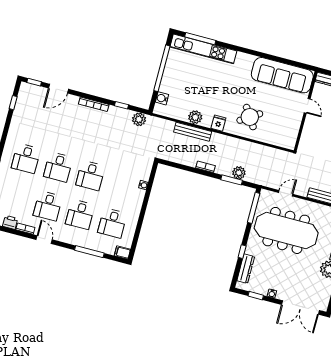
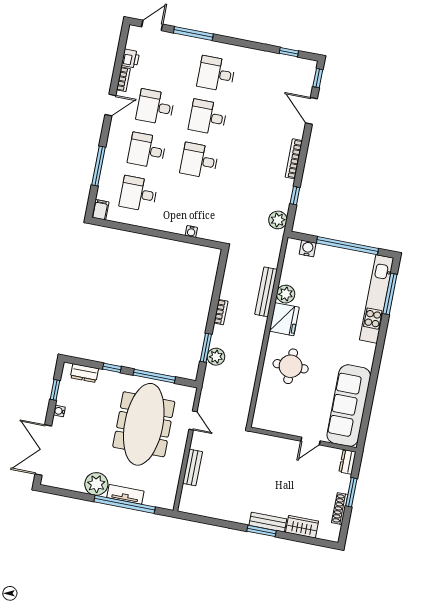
round table: (250, 117) -> (291, 366), turned 33
fridge: (218, 123) -> (284, 319), width x1.88, depth x1.34
window: (254, 208) -> (154, 376), moved
dresser: (246, 269) -> (84, 373), width x0.70

